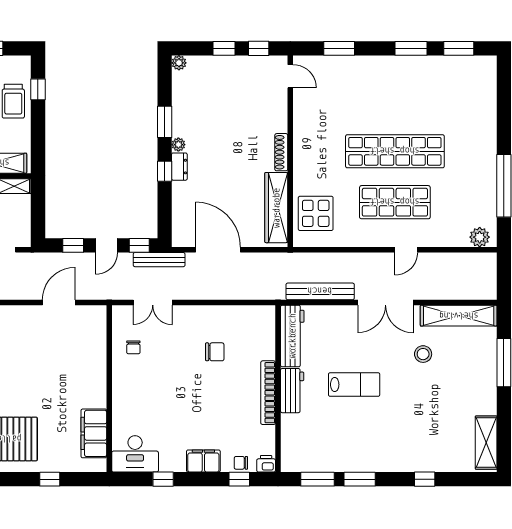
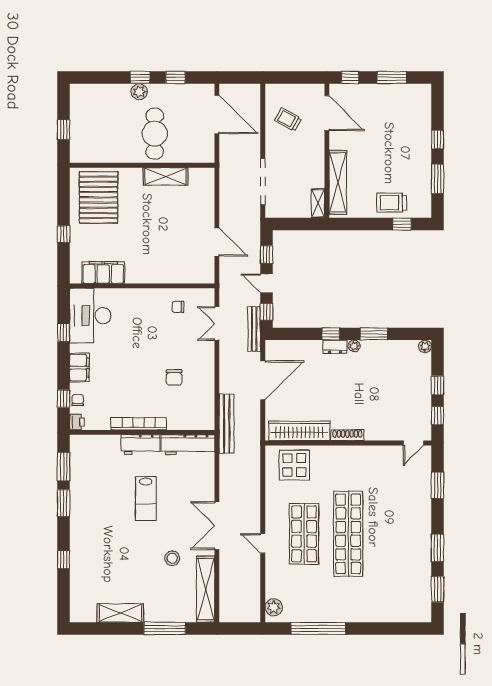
bench: (320, 291) -> (227, 424), moved
shelving: (486, 443) -> (120, 613), moved
desk: (135, 454) -> (90, 316), width x1.36, depth x1.30

